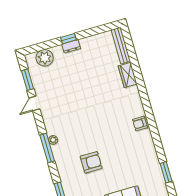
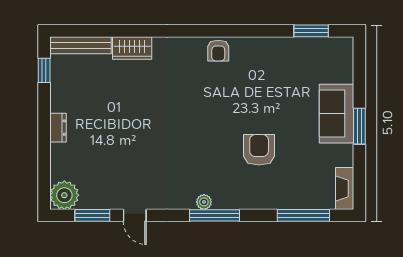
window: (68, 39) -> (44, 70), moved
plant: (45, 58) -> (64, 195), moved

